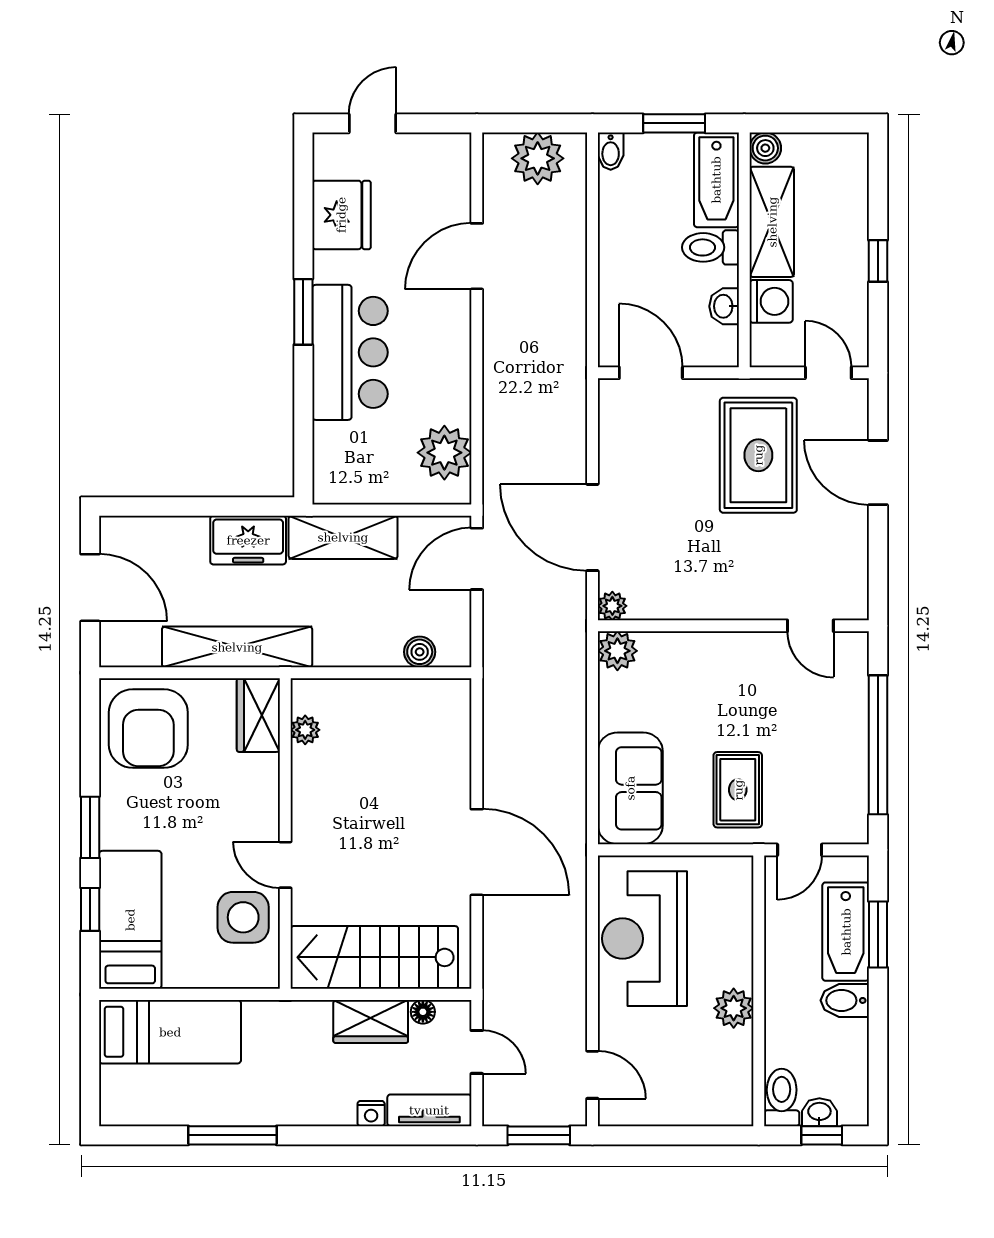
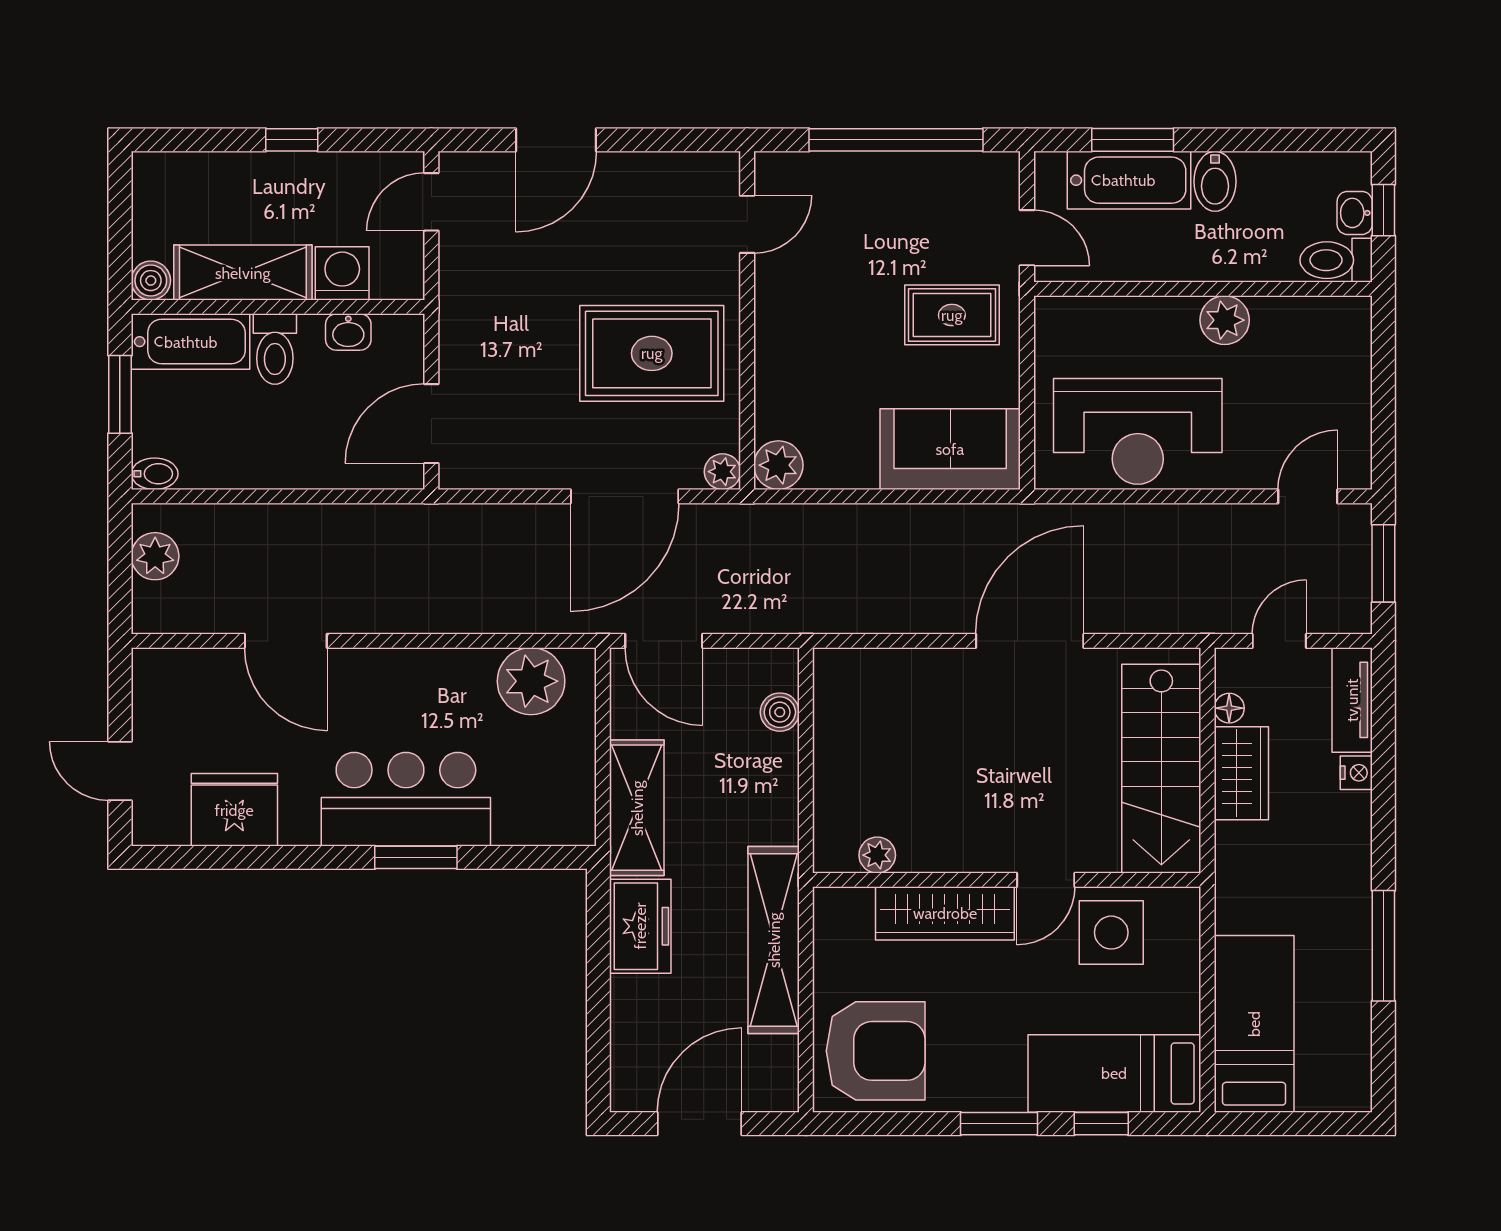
plant: (538, 158) -> (155, 556), width x0.73, depth x0.73
window: (303, 312) -> (416, 857), moved
rug: (758, 455) -> (652, 353), moved
wardrobe: (258, 715) -> (945, 913), moved, width x1.50

